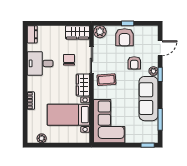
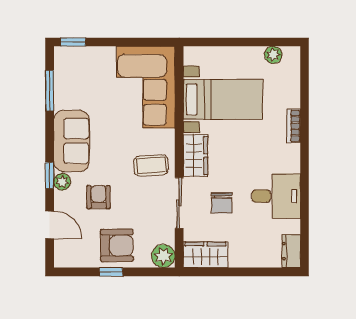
armchair: (125, 37) -> (117, 245), turned 90
door: (160, 48) -> (50, 225), swing flipped
sofa: (148, 99) -> (72, 141), width x0.73

